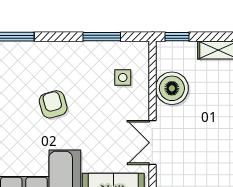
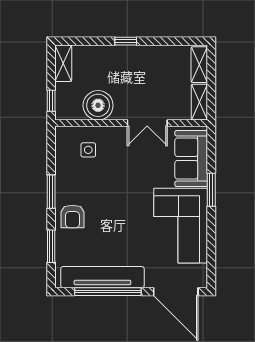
window: (102, 37) -> (51, 192), moved
armchair: (53, 104) -> (73, 216), moved, turned -74

